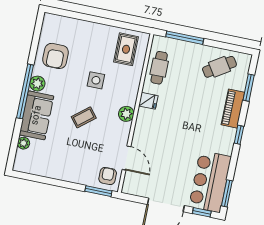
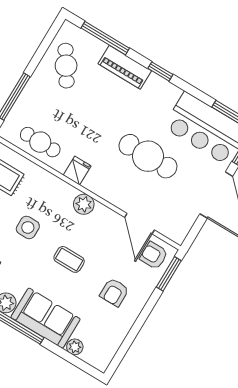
window: (249, 88) -> (105, 38), width x1.44
coffee table: (84, 117) -> (69, 259), turned -51
cafe table: (176, 147) -> (148, 156), added
armchair: (72, 157) -> (114, 292), added
door: (126, 158) -> (140, 224), swing flipped

